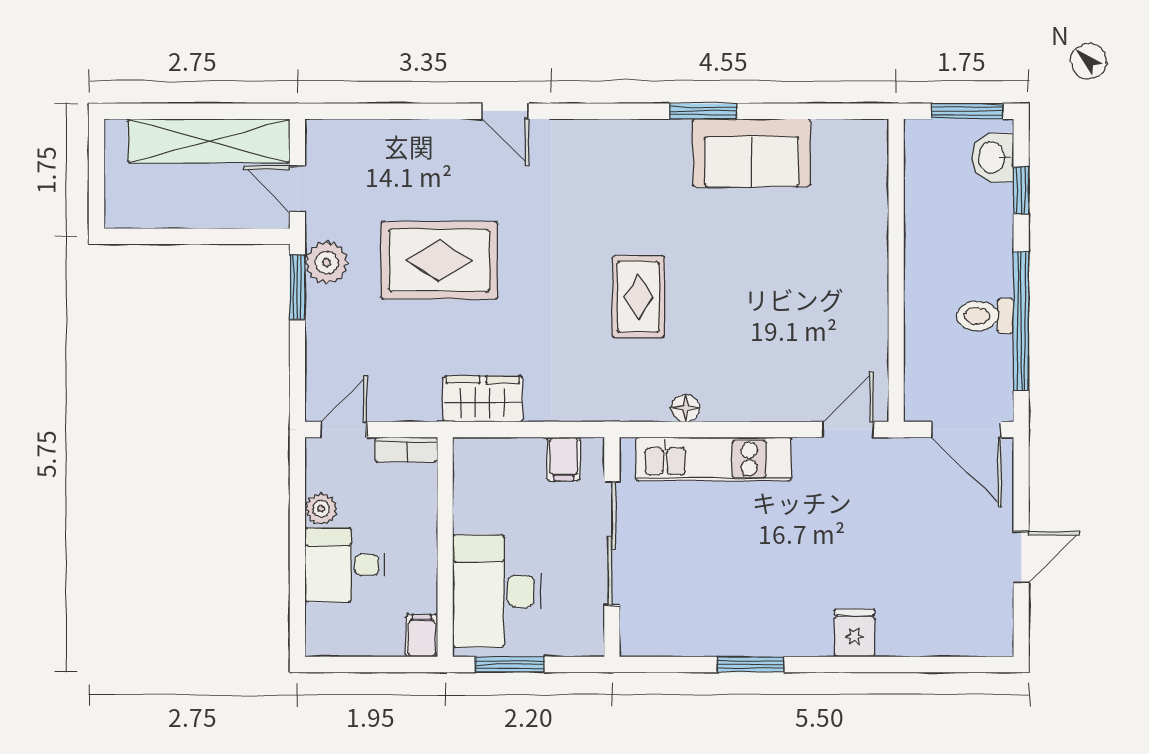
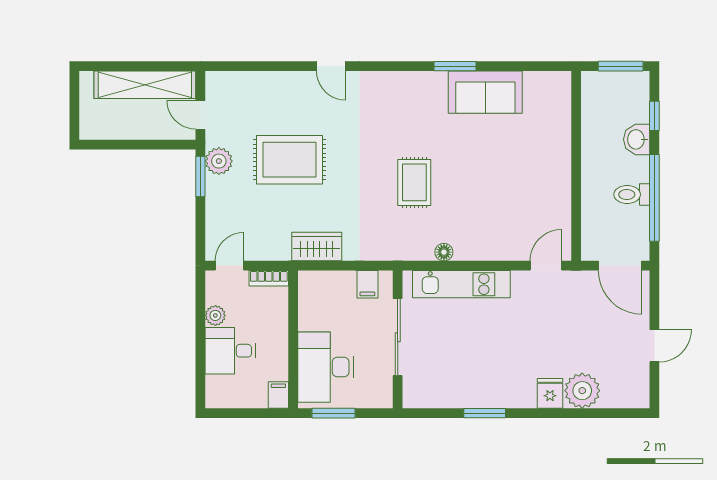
washbasin: (993, 158) -> (637, 139), moved
plant: (906, 629) -> (582, 391), added

